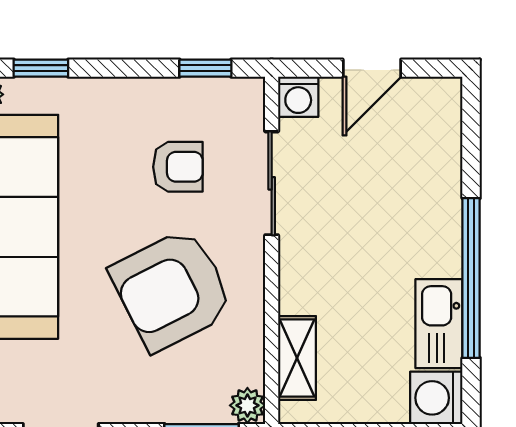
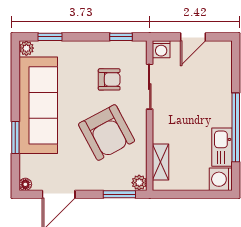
armchair: (172, 290) -> (107, 133), turned -91

